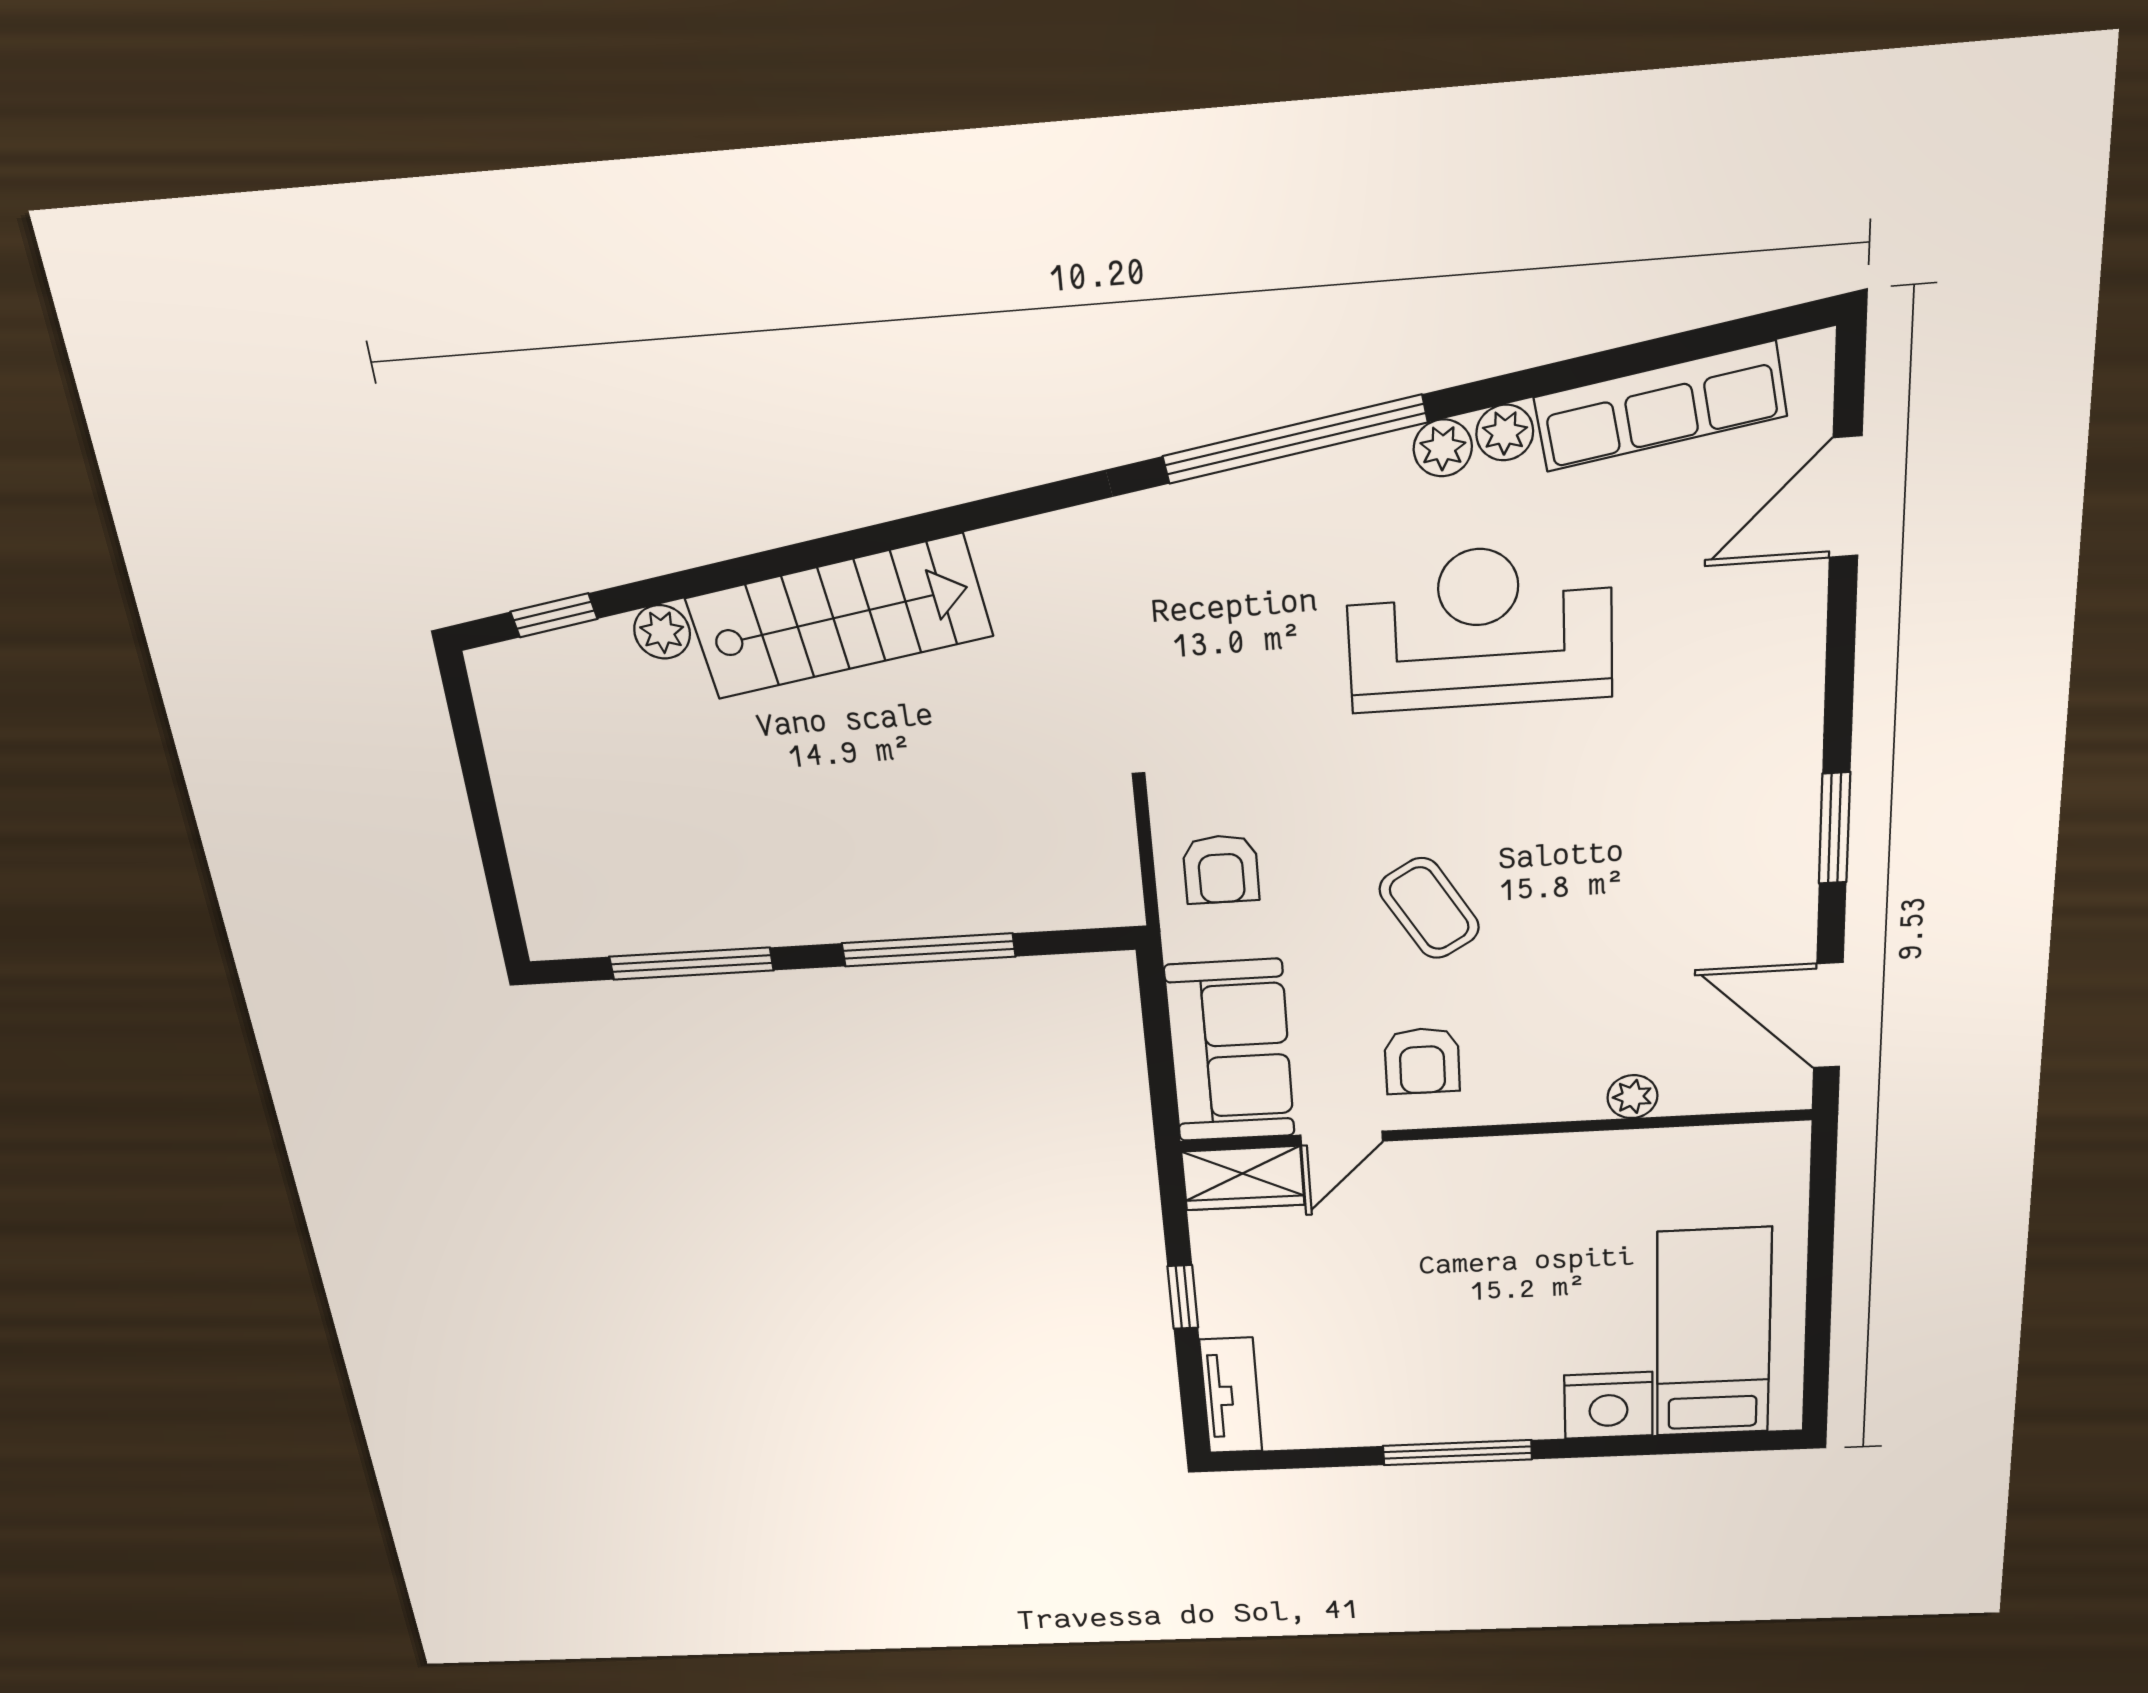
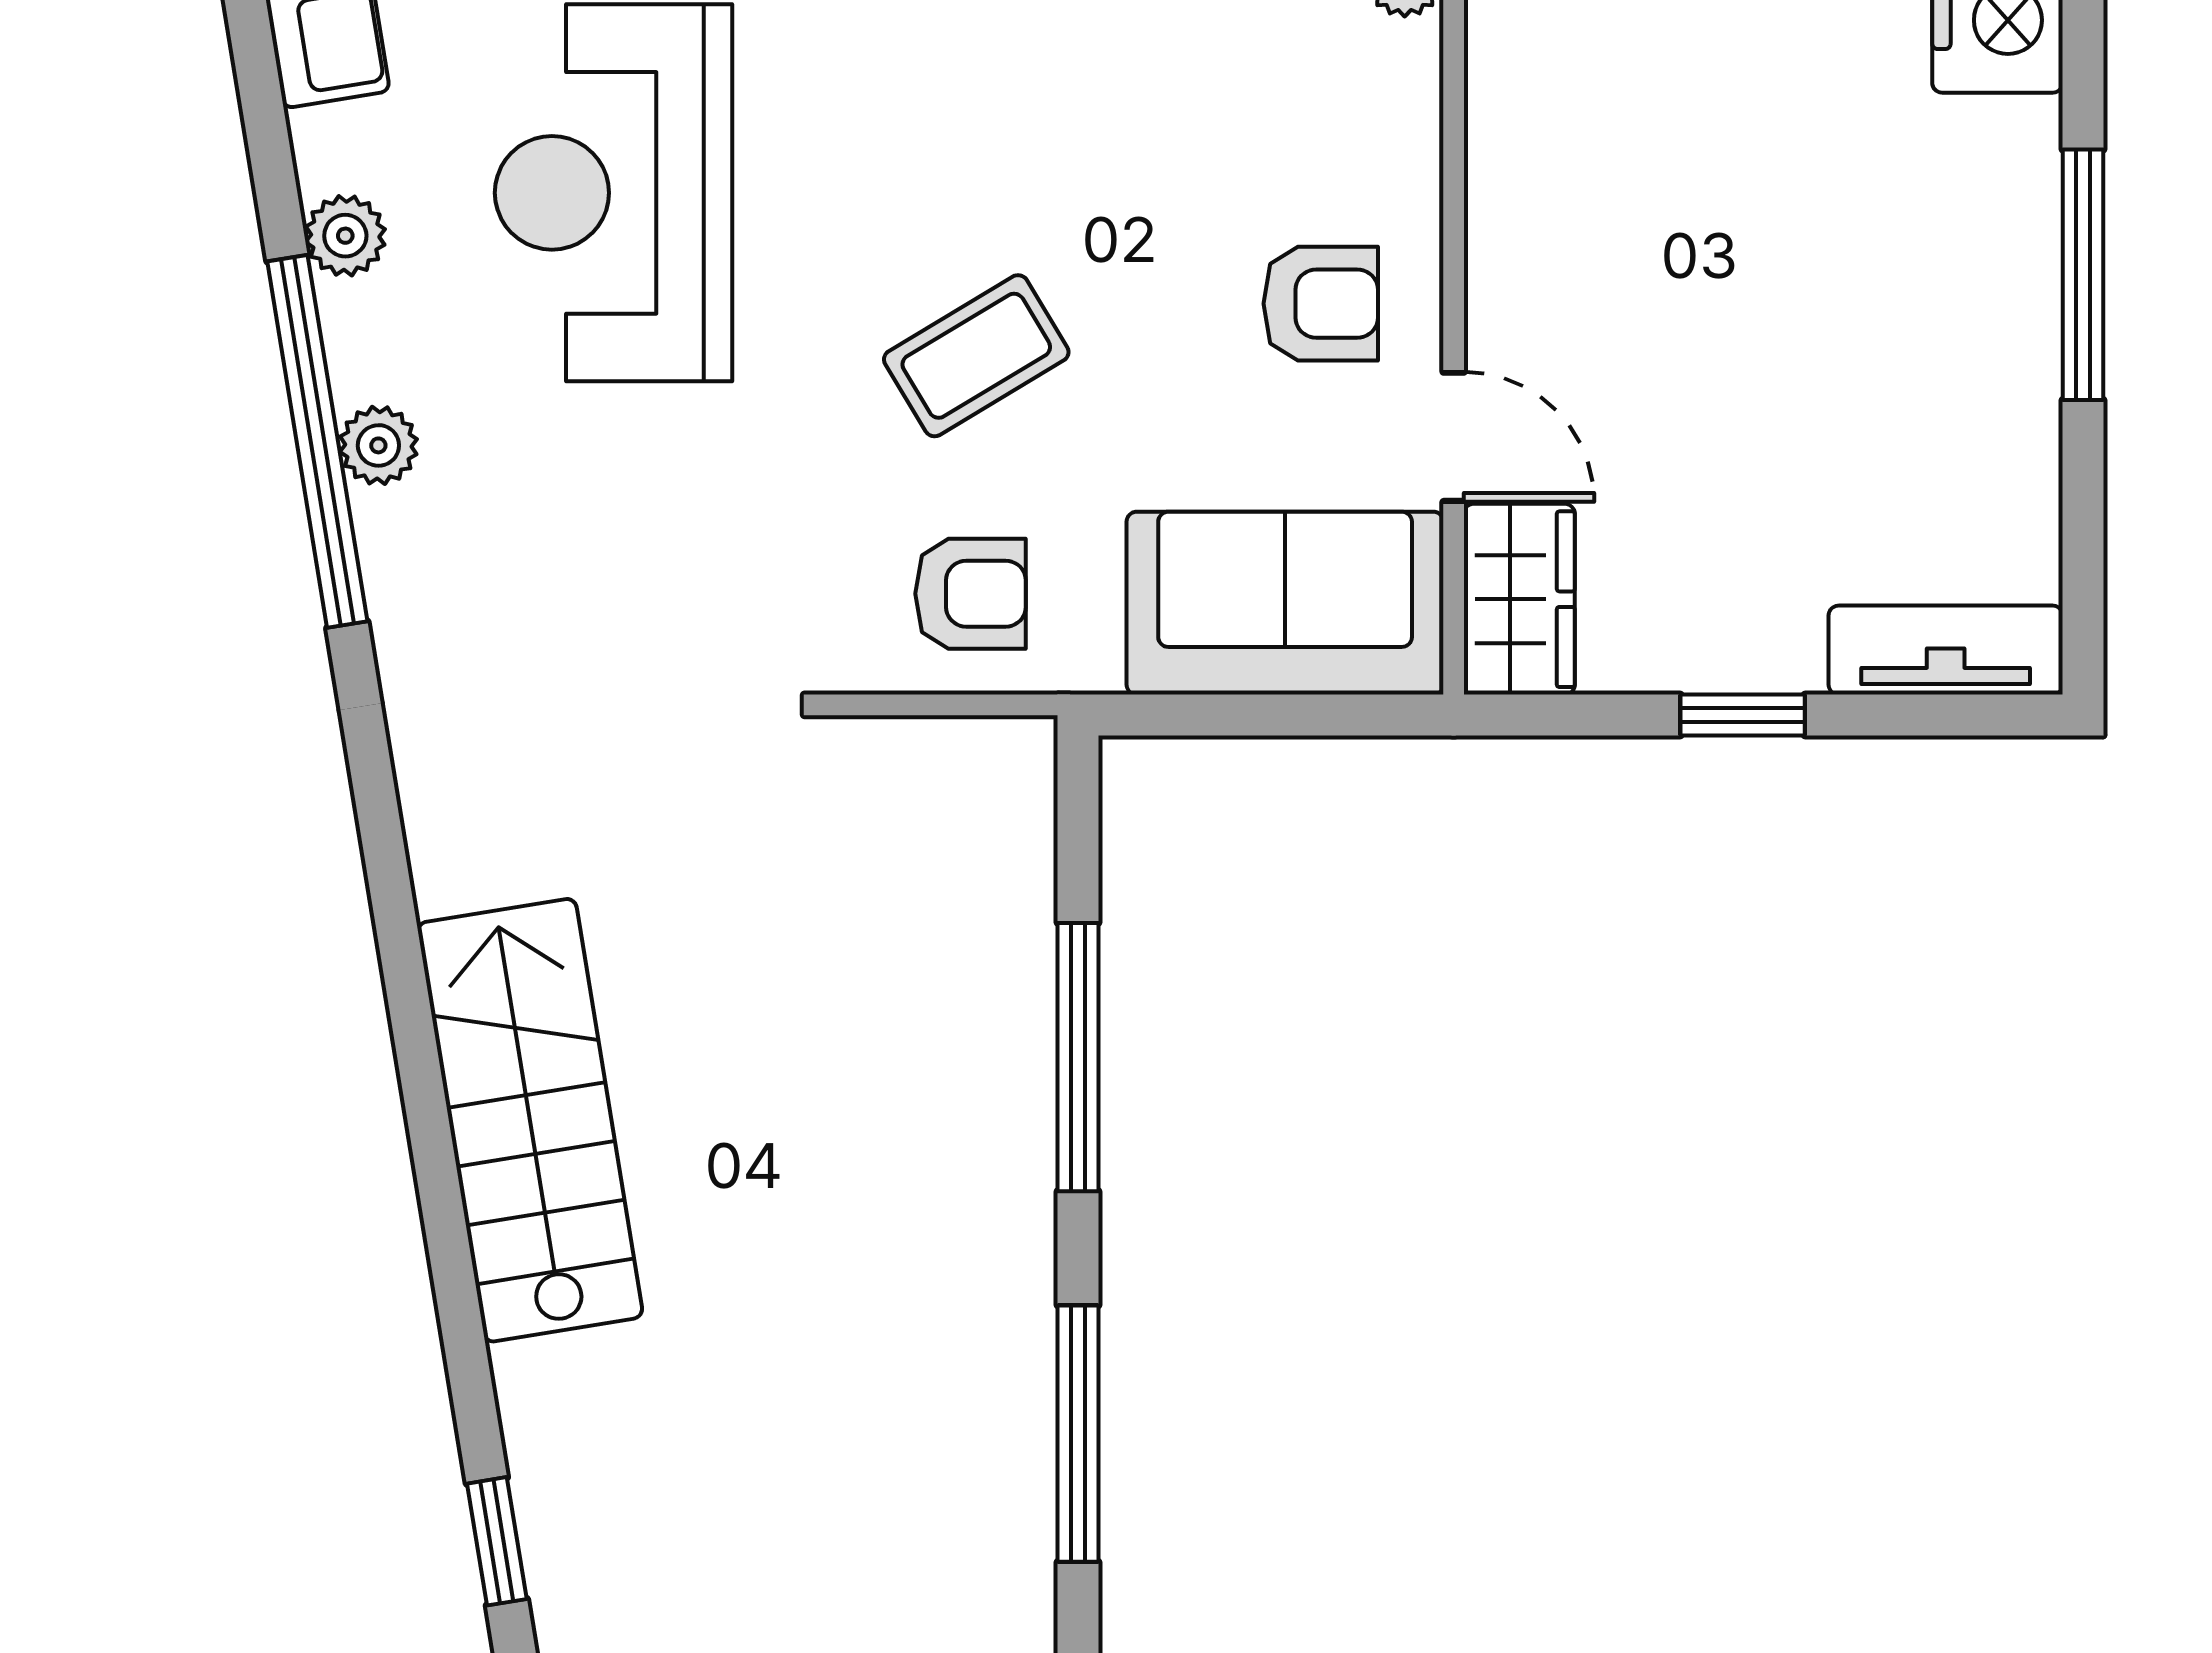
plant: (1505, 433) -> (378, 445), moved
plant: (662, 632) -> (534, 1385), removed
coffee table: (1429, 908) -> (976, 356), moved

